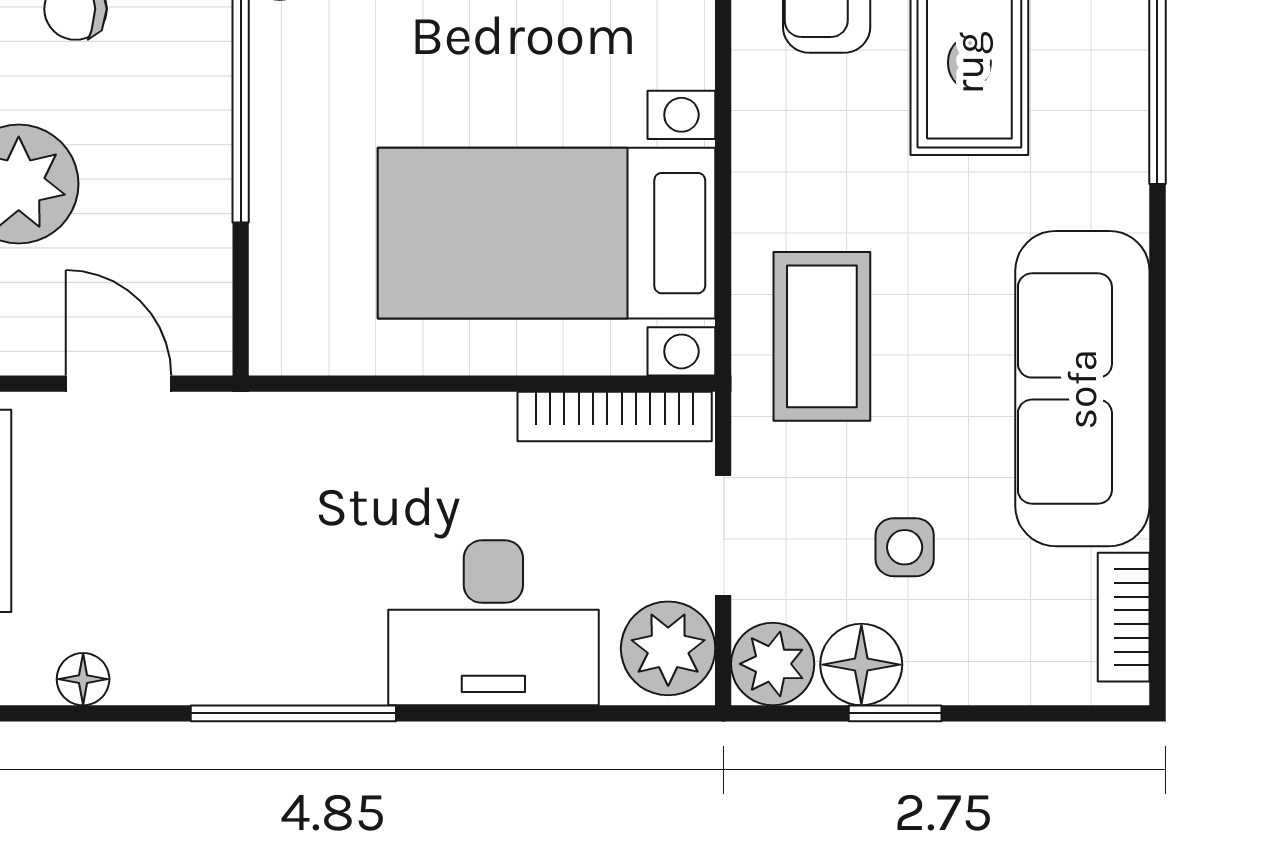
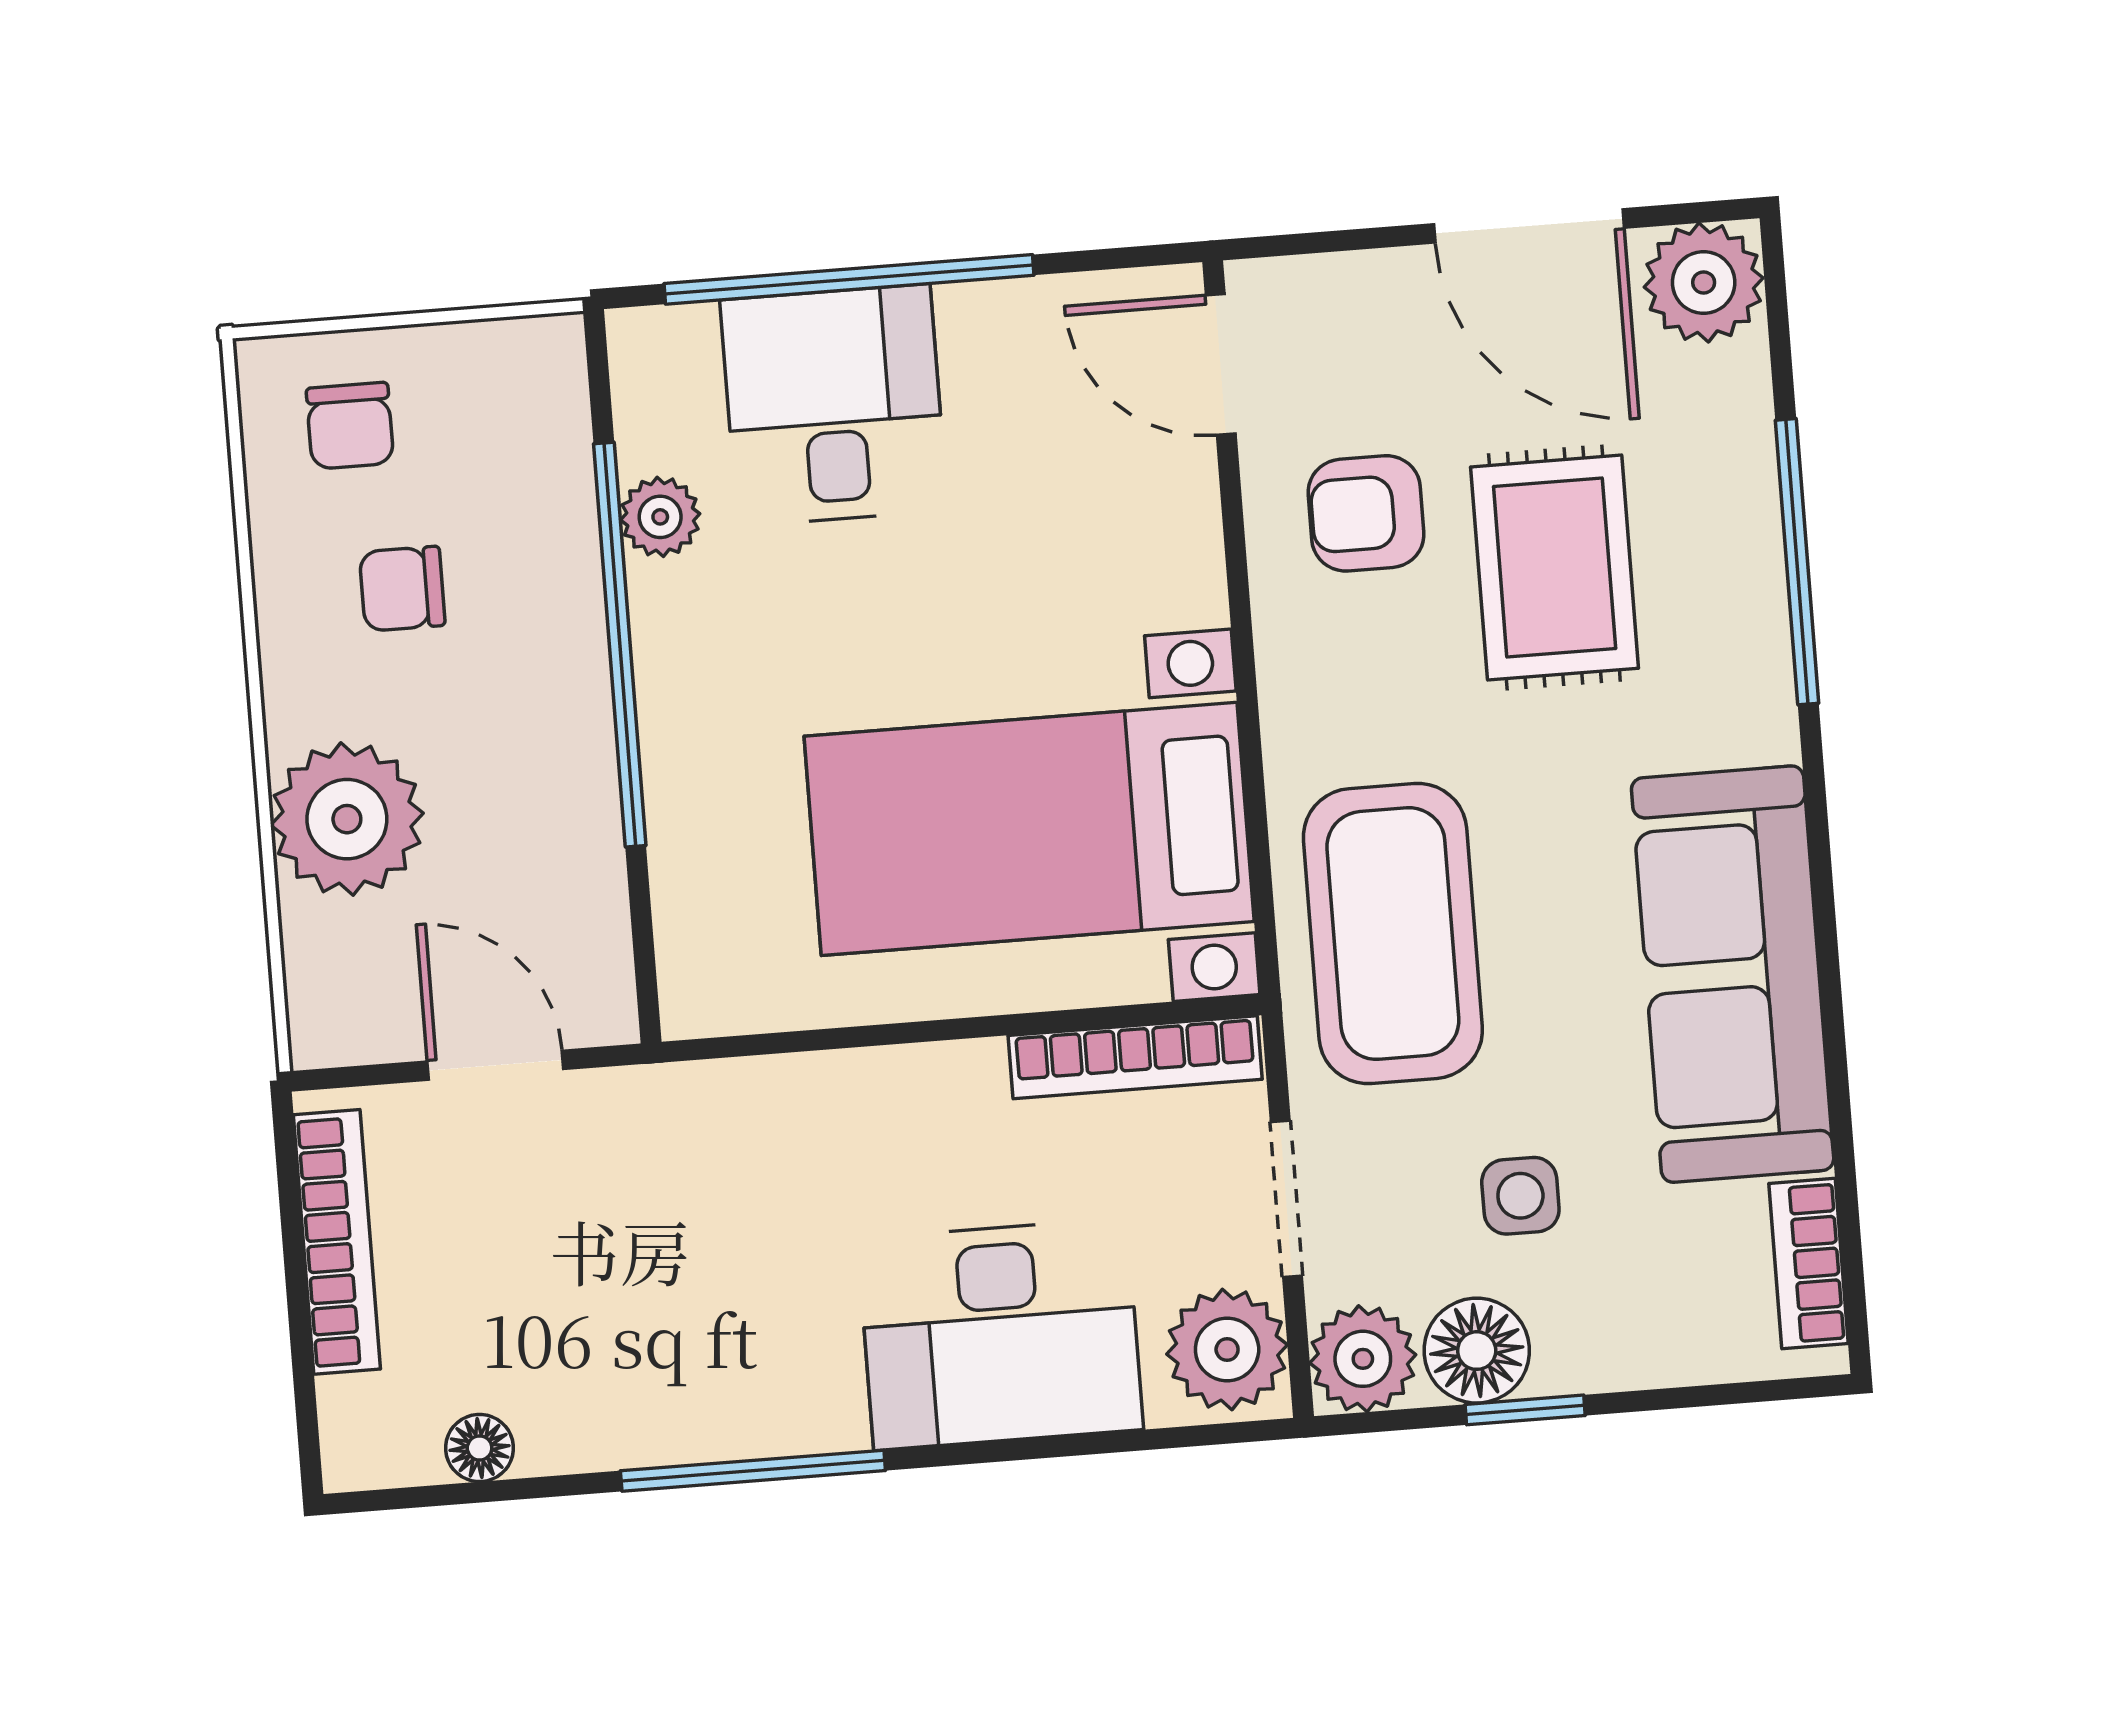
coffee table: (822, 336) -> (1393, 934), width x1.36, depth x1.32

